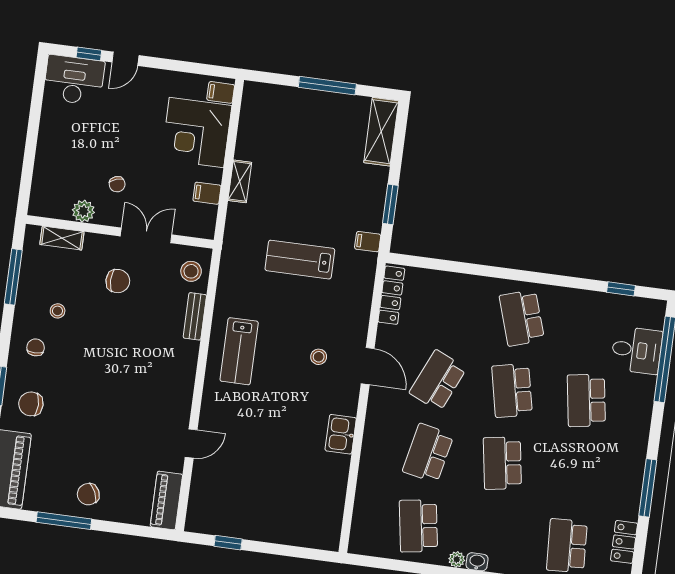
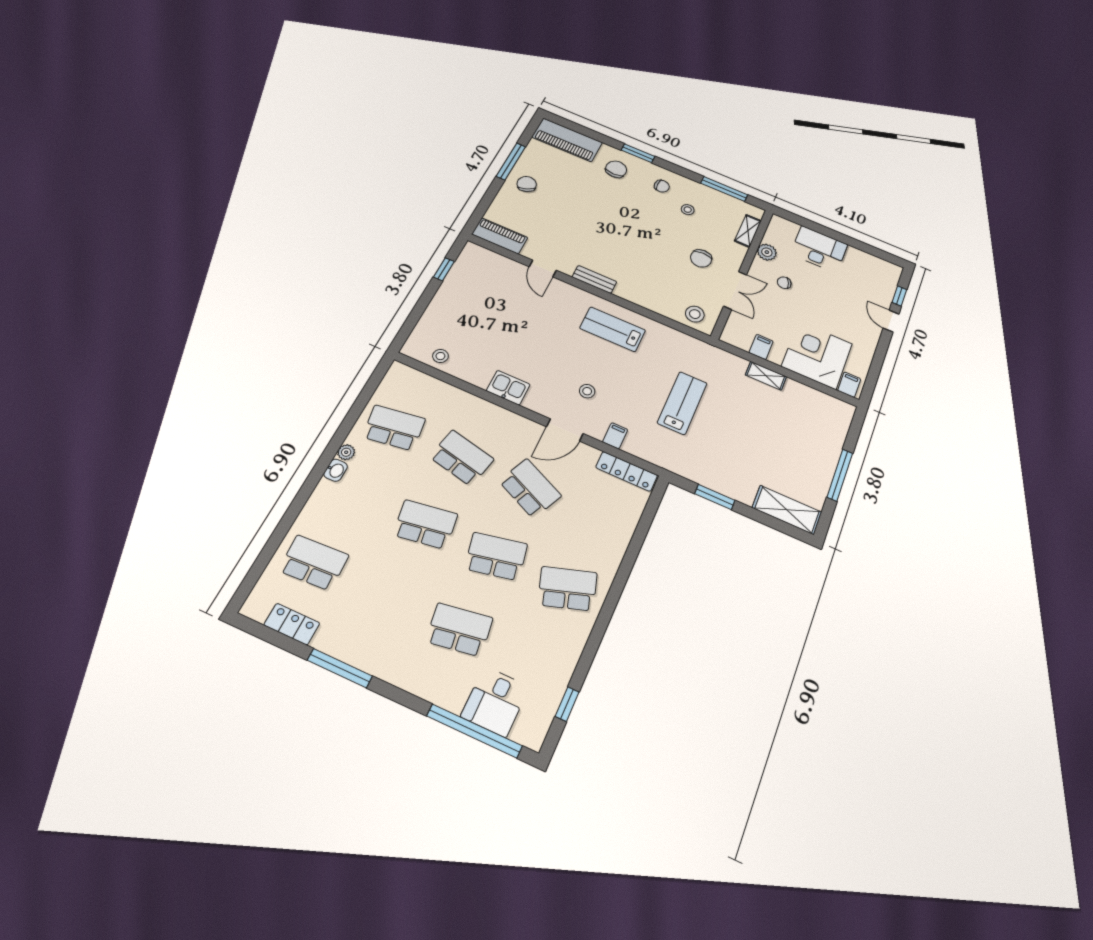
desk: (74, 80) -> (819, 249), moved, turned -90
filing cabinet: (368, 242) -> (615, 436), moved
bench: (195, 316) -> (594, 279), moved
stool: (328, 510) -> (440, 356), added

